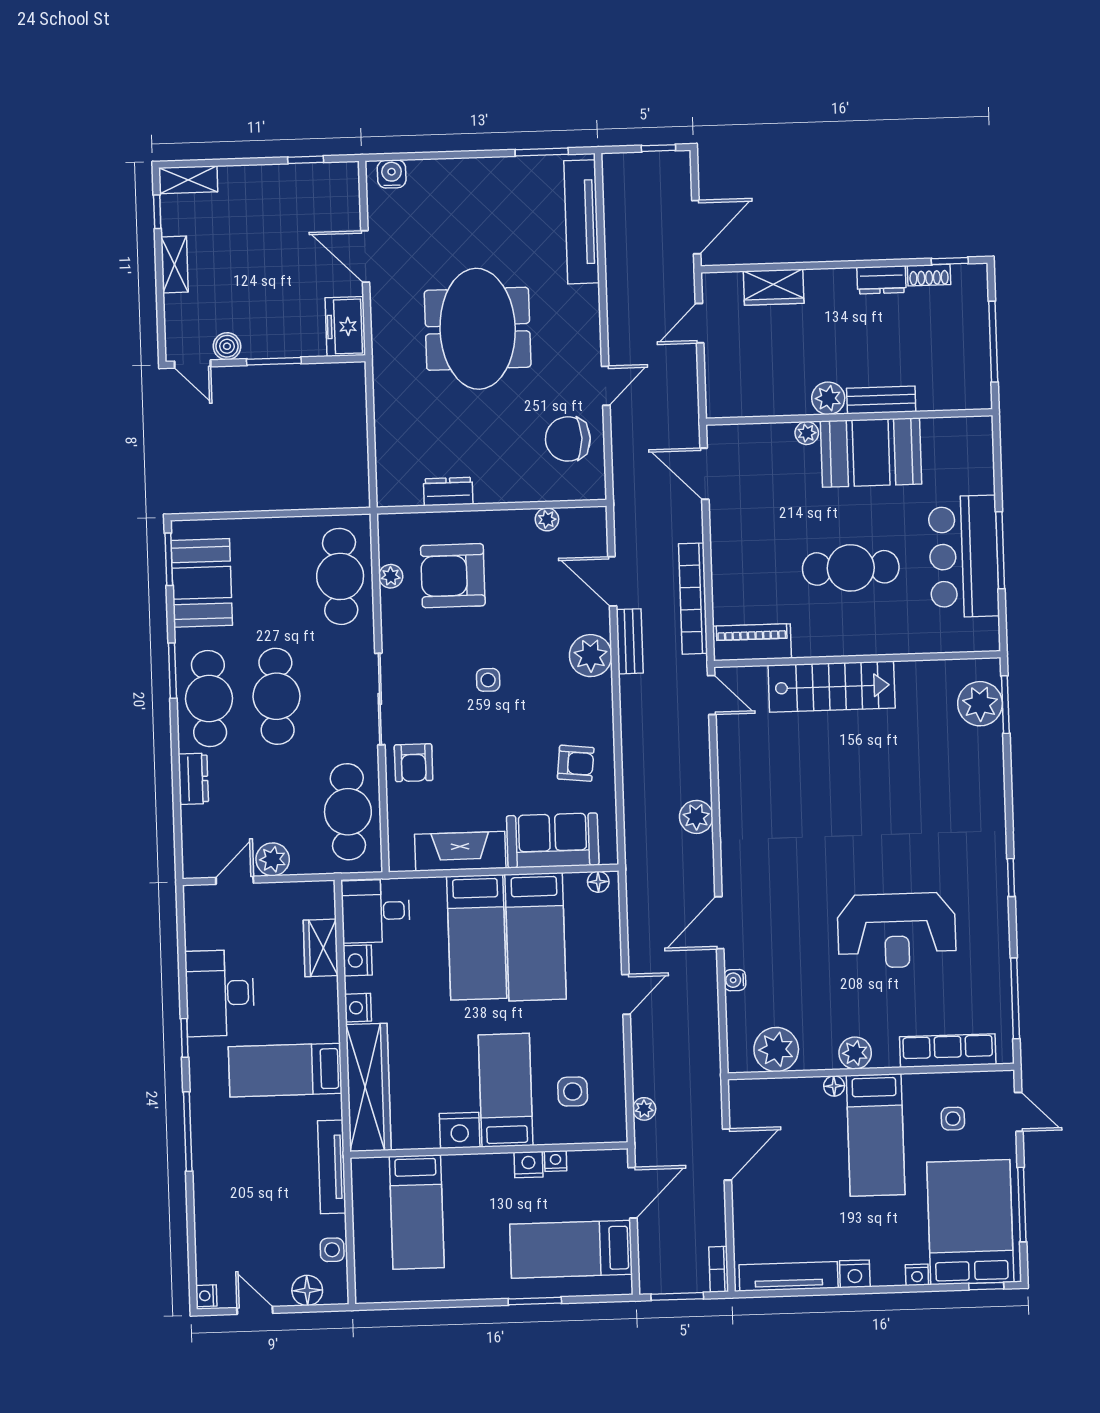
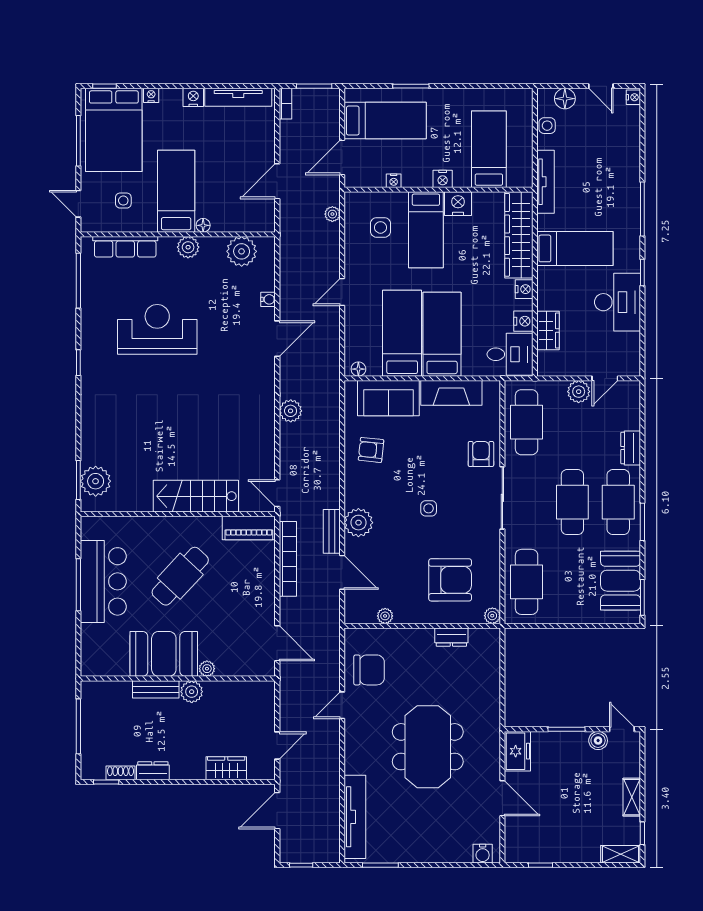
cafe table: (851, 568) -> (180, 576), turned -47
plant: (391, 576) -> (492, 616), moved
nightstand: (528, 1165) -> (443, 179), moved

